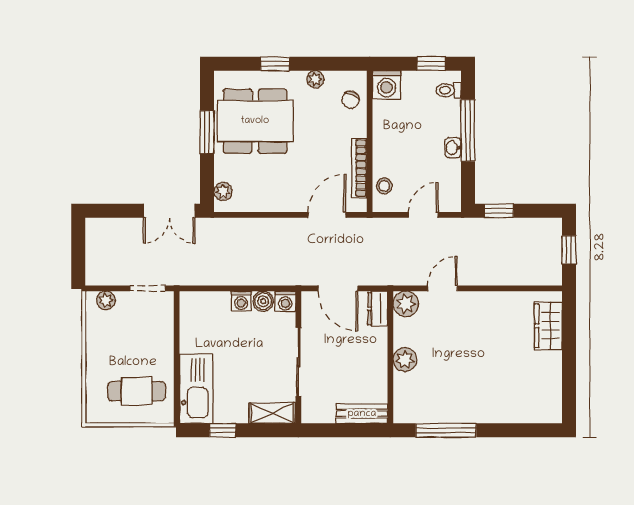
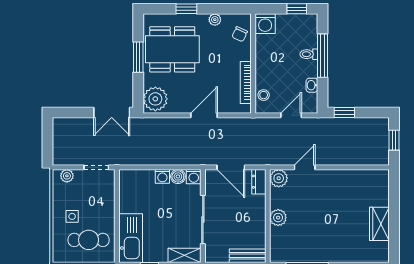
toilet: (449, 90) -> (309, 54), moved
washbasin: (453, 148) -> (312, 85), moved
plant: (223, 191) -> (155, 99), width x1.88, depth x1.88
door: (327, 215) -> (204, 115), moved
wardrobe: (548, 326) -> (379, 224), moved
side table: (113, 358) -> (72, 216), added

